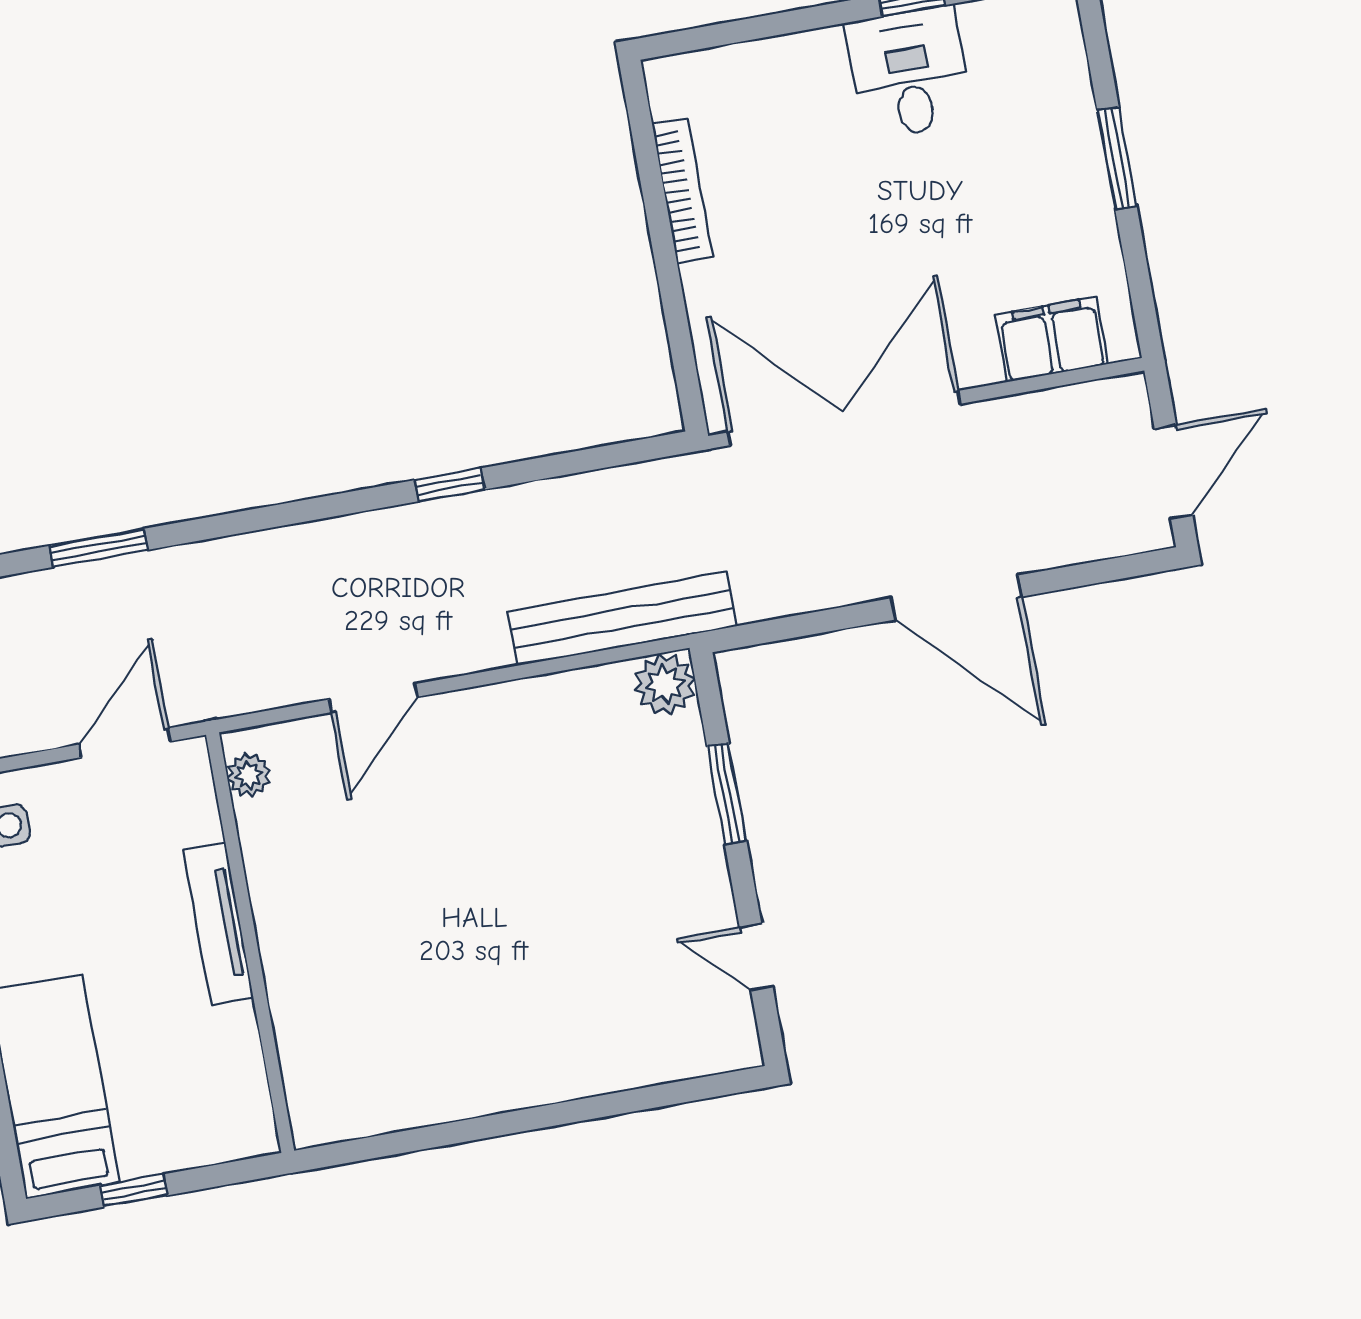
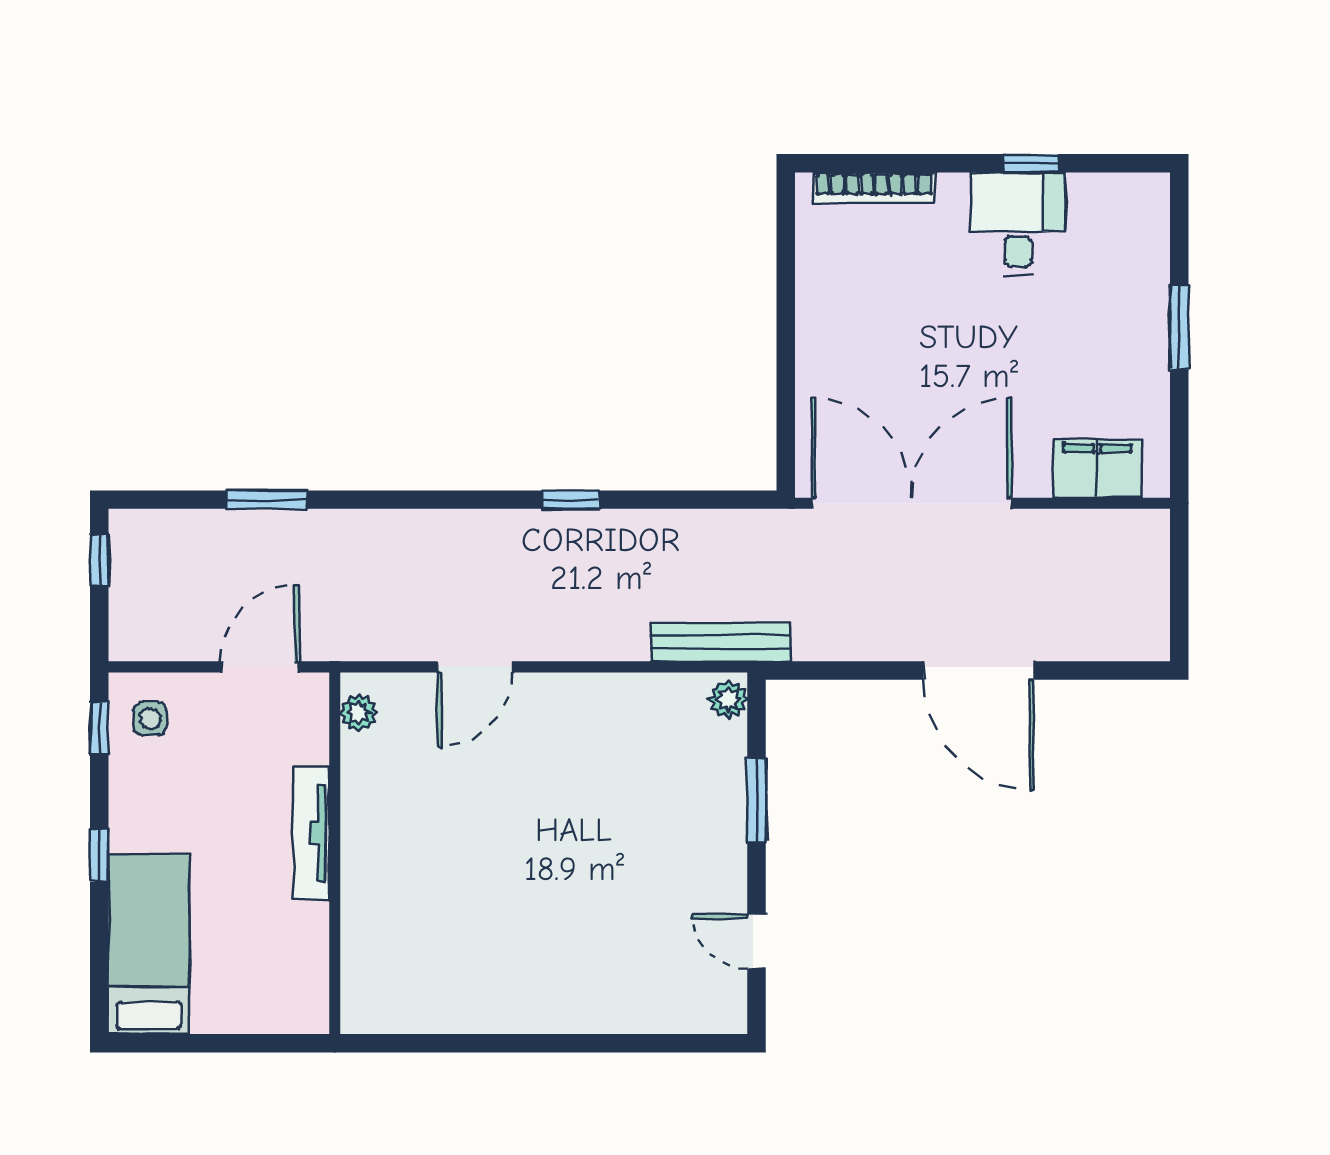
bookcase: (682, 190) -> (874, 188), moved, turned 90
door: (1173, 472) -> (1179, 598), removed
bench: (622, 619) -> (721, 642), width x0.73, depth x0.82
plant: (665, 684) -> (728, 699), width x0.73, depth x0.73
window: (134, 1190) -> (200, 1043), removed

